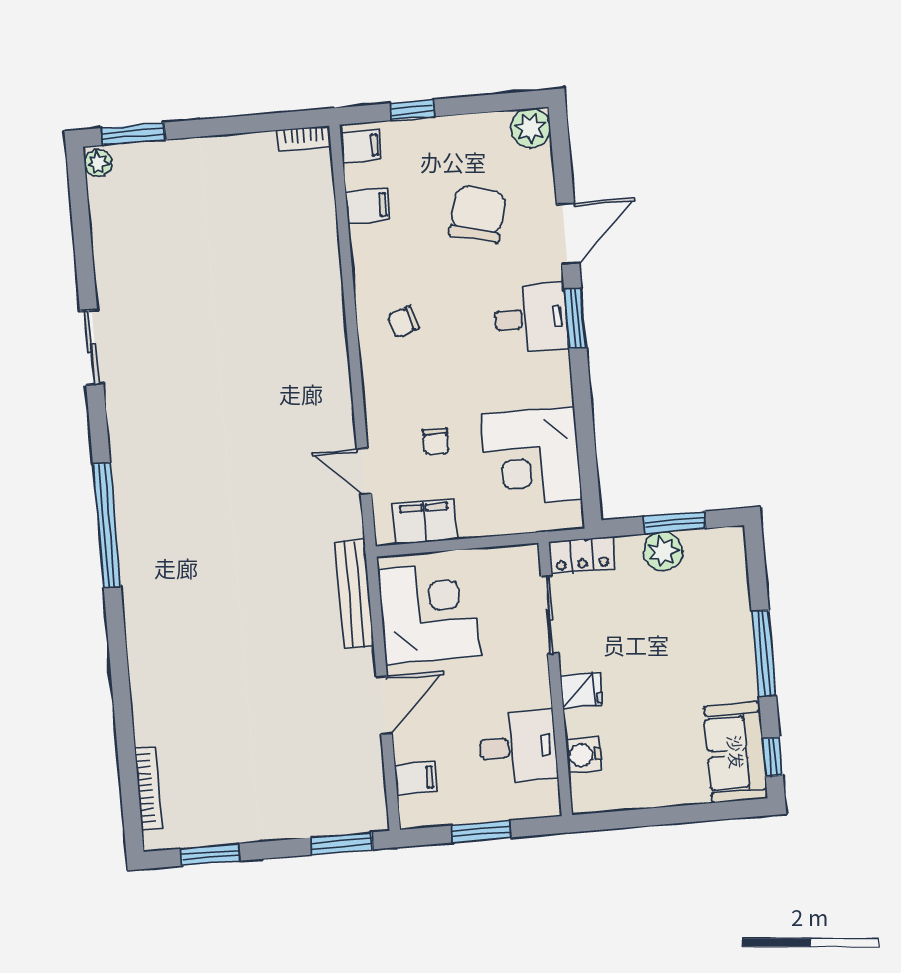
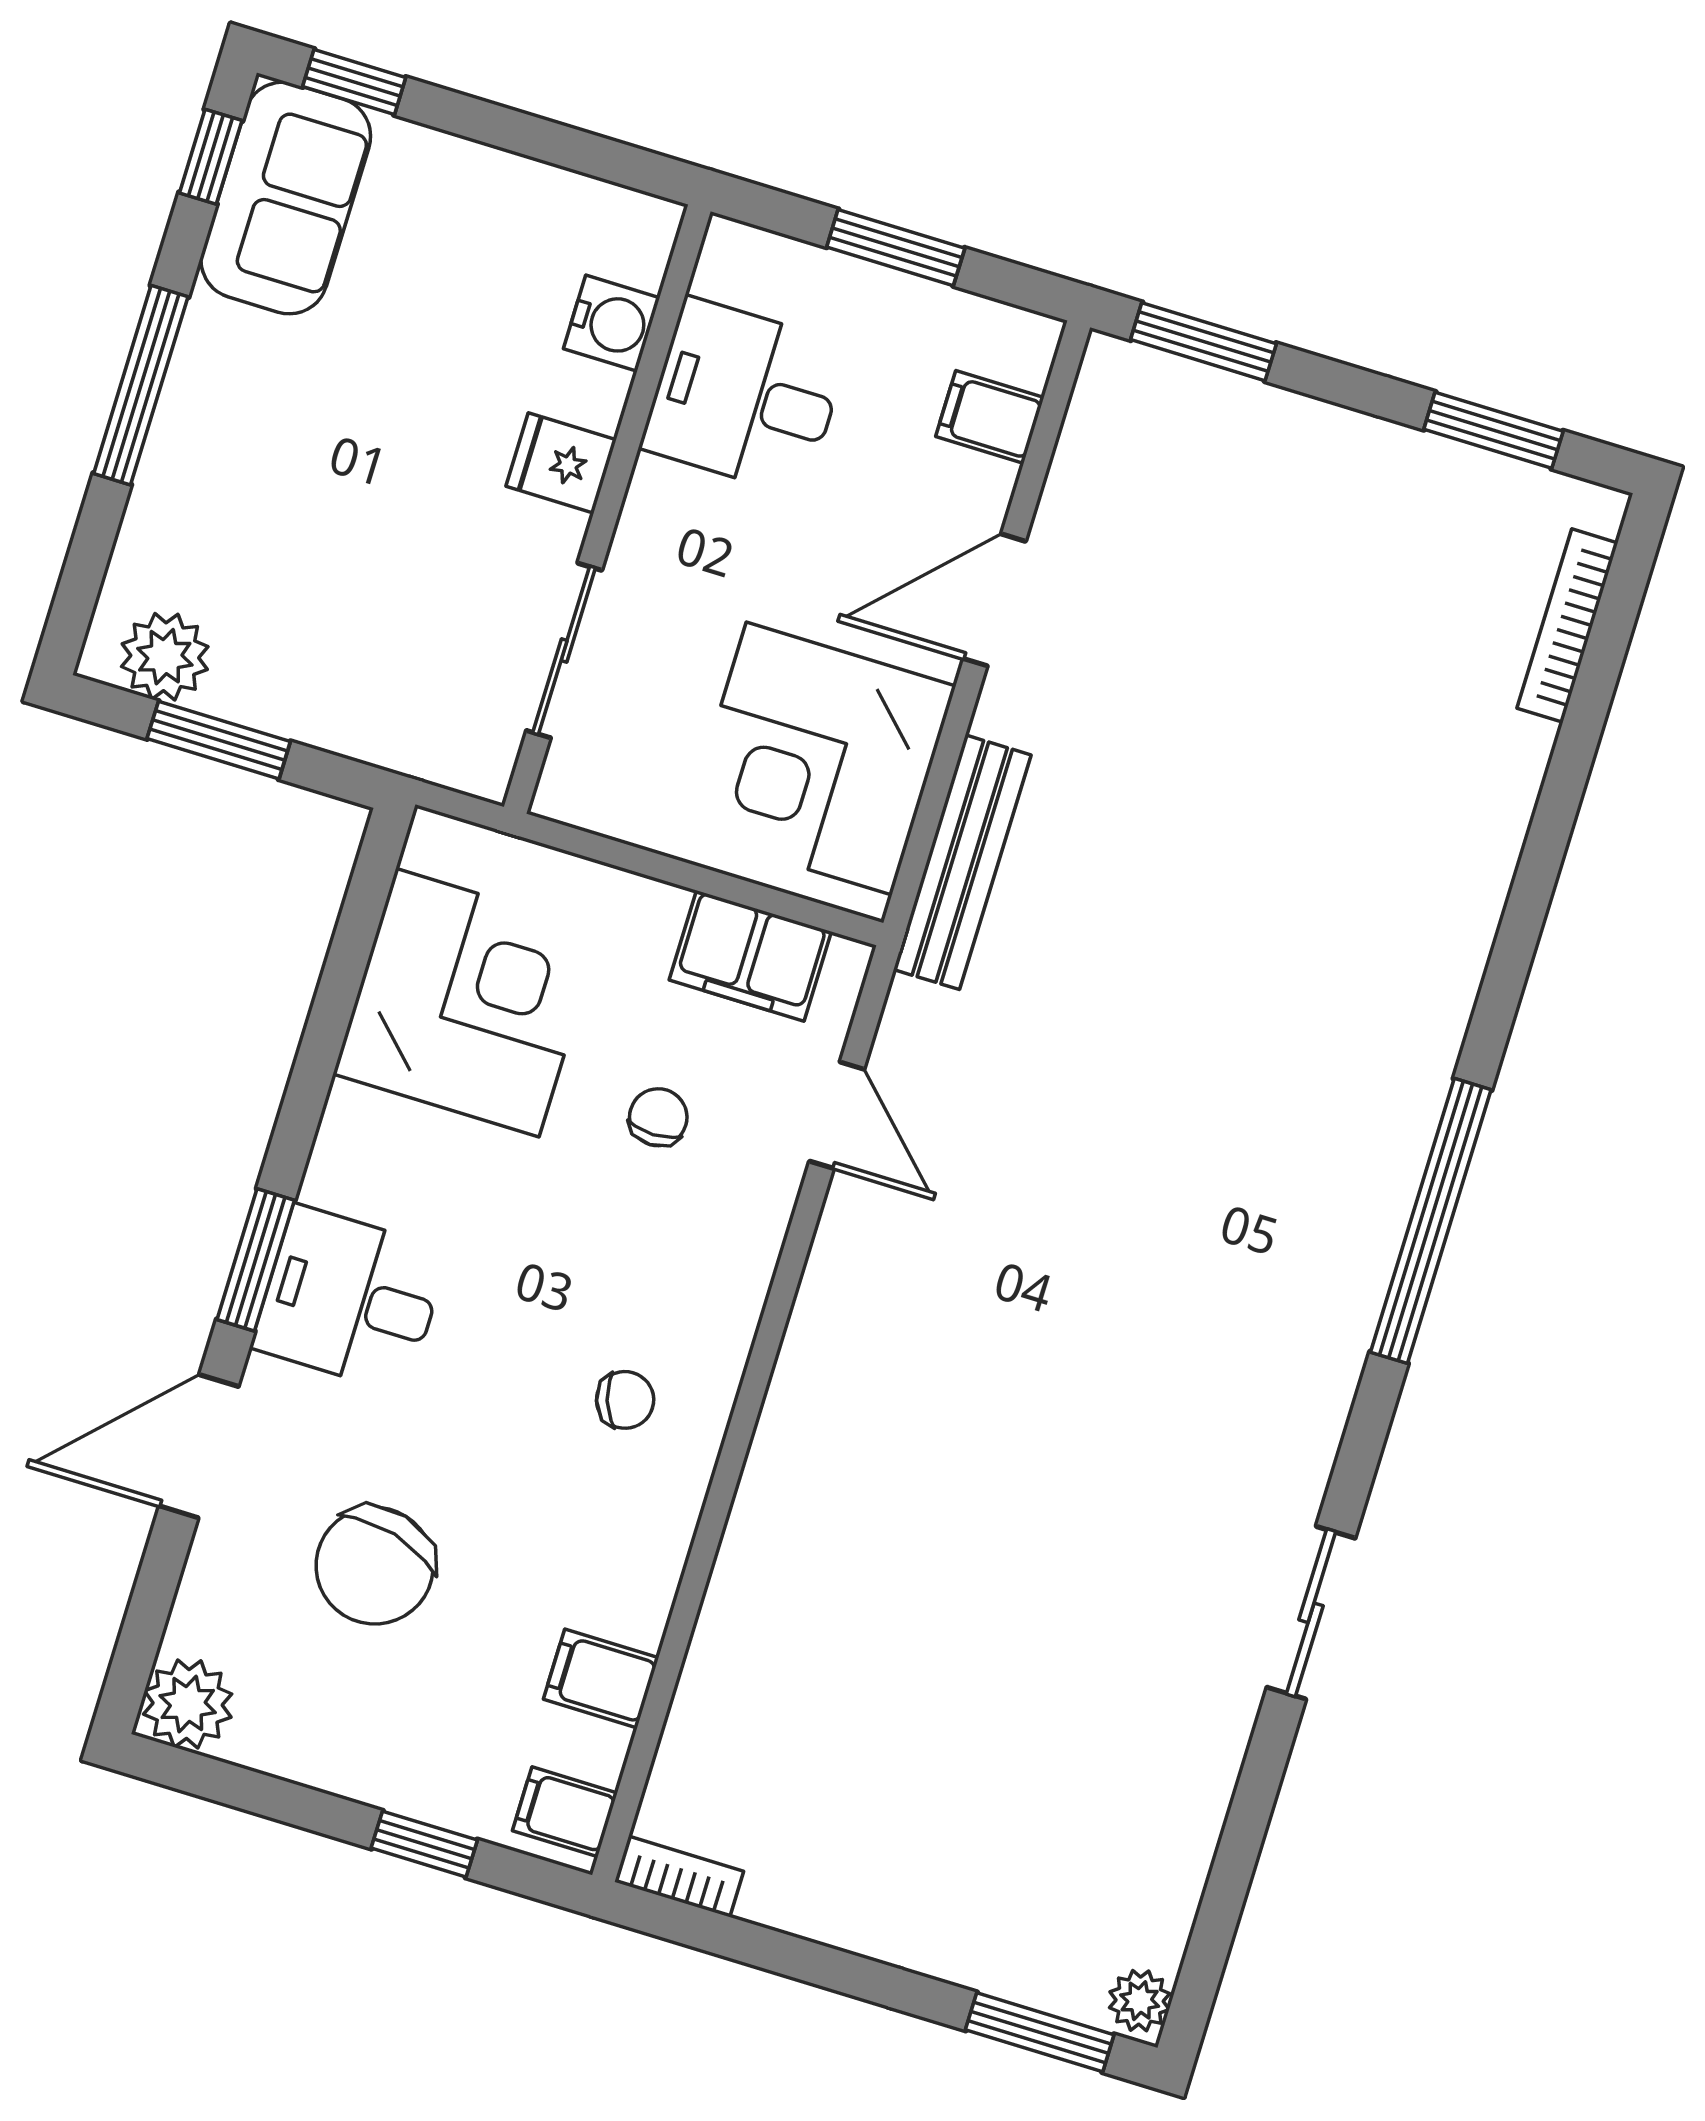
plant: (663, 551) -> (165, 657), moved
locker: (582, 555) -> (444, 750), removed
window: (727, 810) -> (354, 82), added

